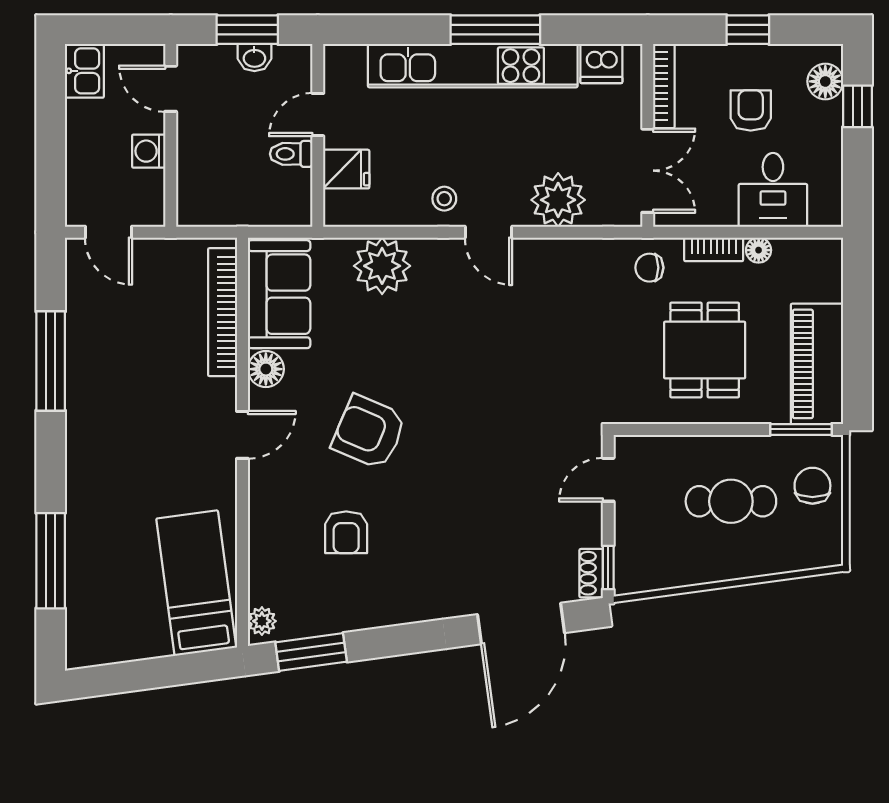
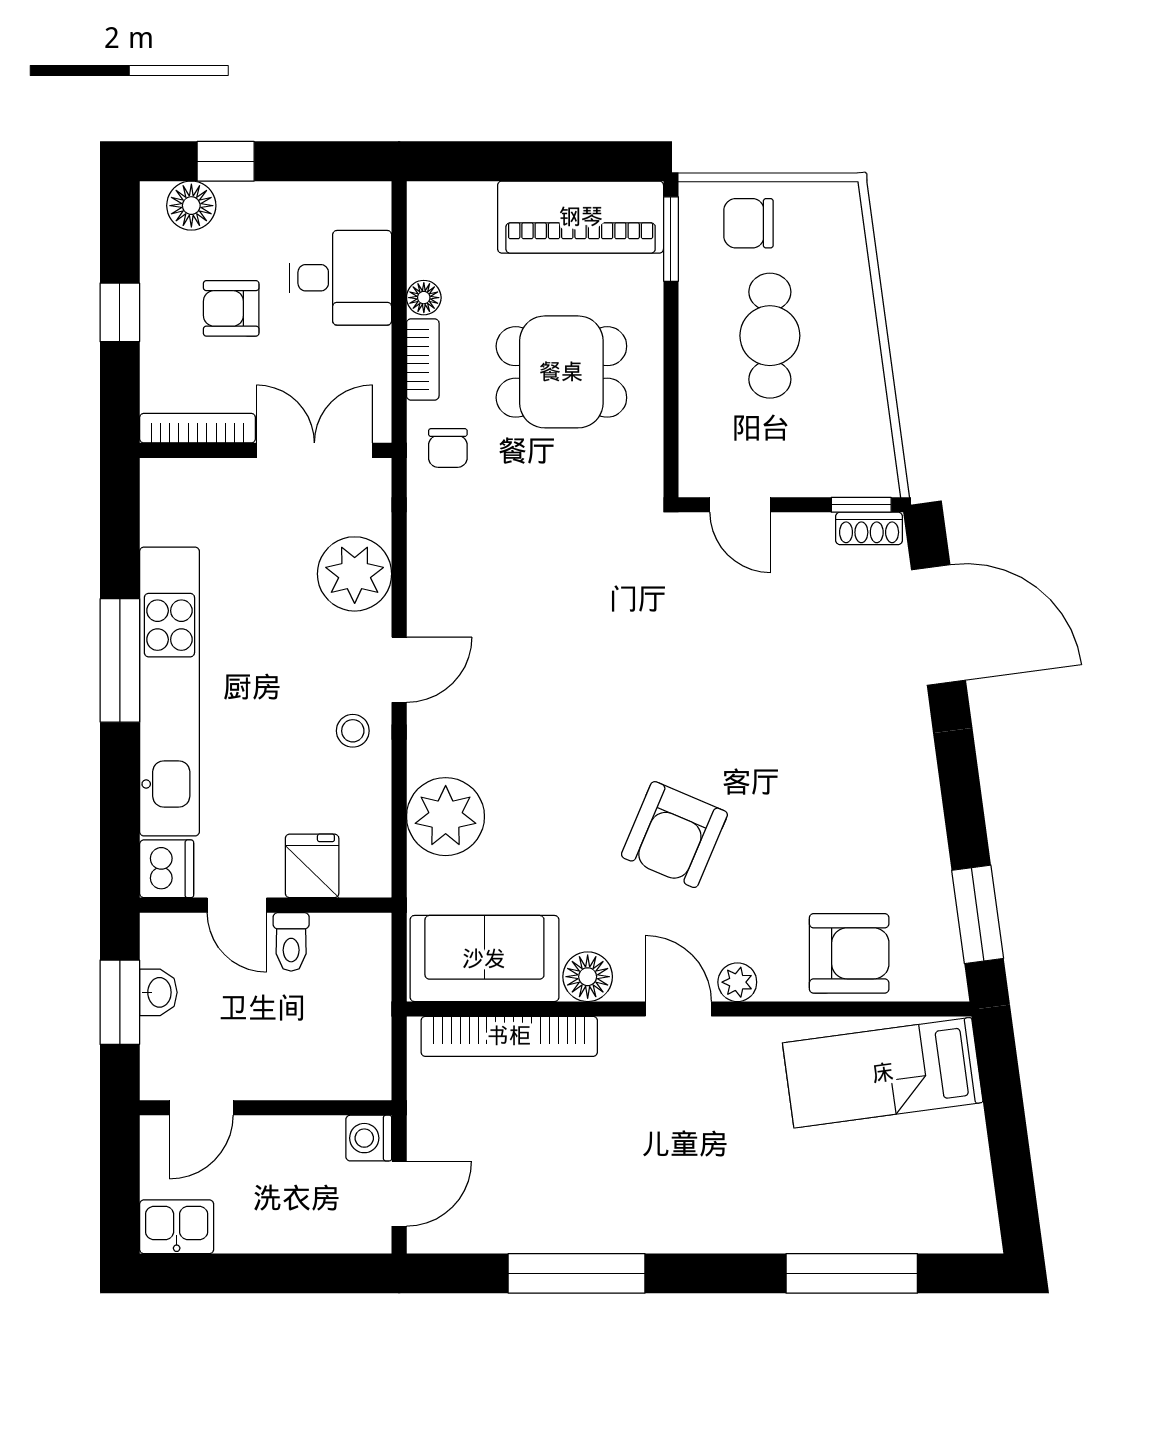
dishwasher: (601, 64) -> (167, 869), moved
washing machine: (149, 151) -> (369, 1138), moved, turned 90
armchair: (346, 532) -> (849, 953), moved, width x1.38, depth x1.38
plant: (262, 621) -> (737, 982), moved

